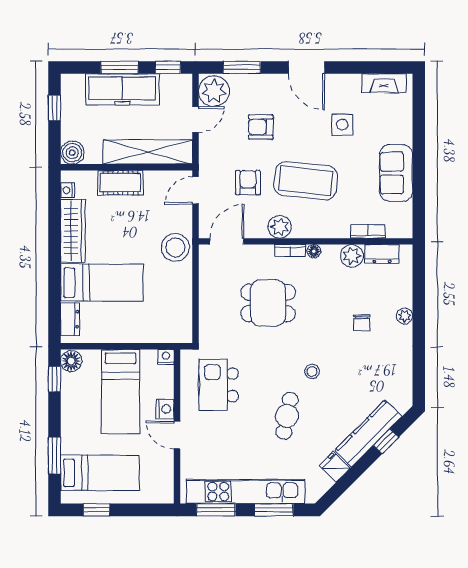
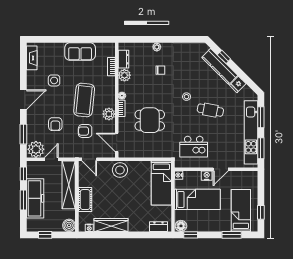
door: (195, 119) -> (51, 159), hinge flipped
bed: (102, 283) -> (161, 183), moved, turned 180
dining table: (268, 303) -> (150, 120), turned 90

